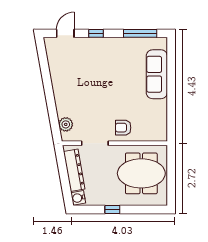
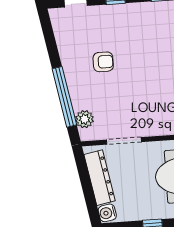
window: (51, 106) -> (64, 97), added
armchair: (123, 128) -> (103, 62), moved, turned 180

